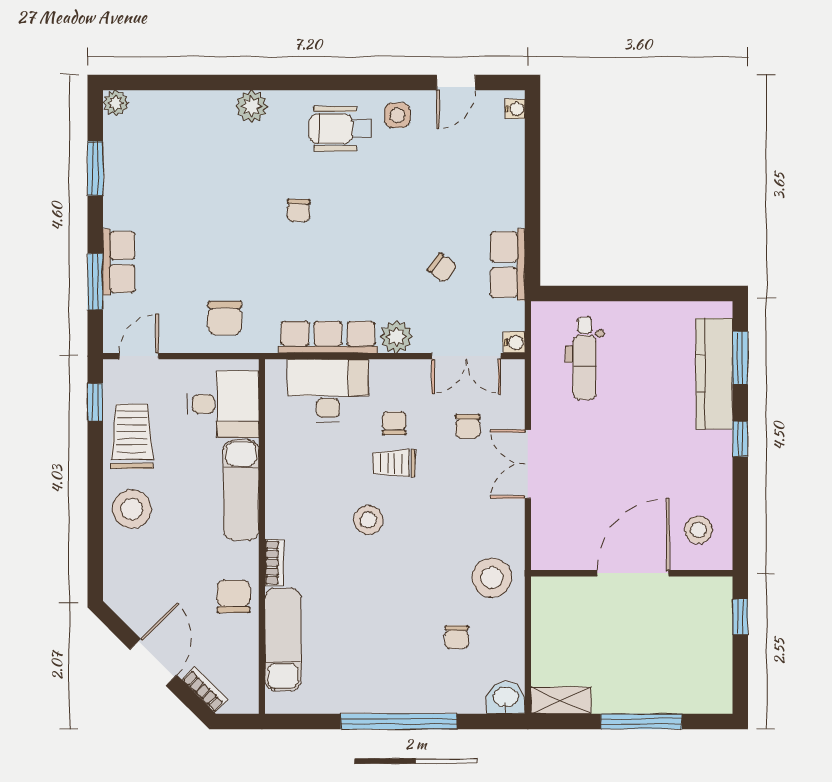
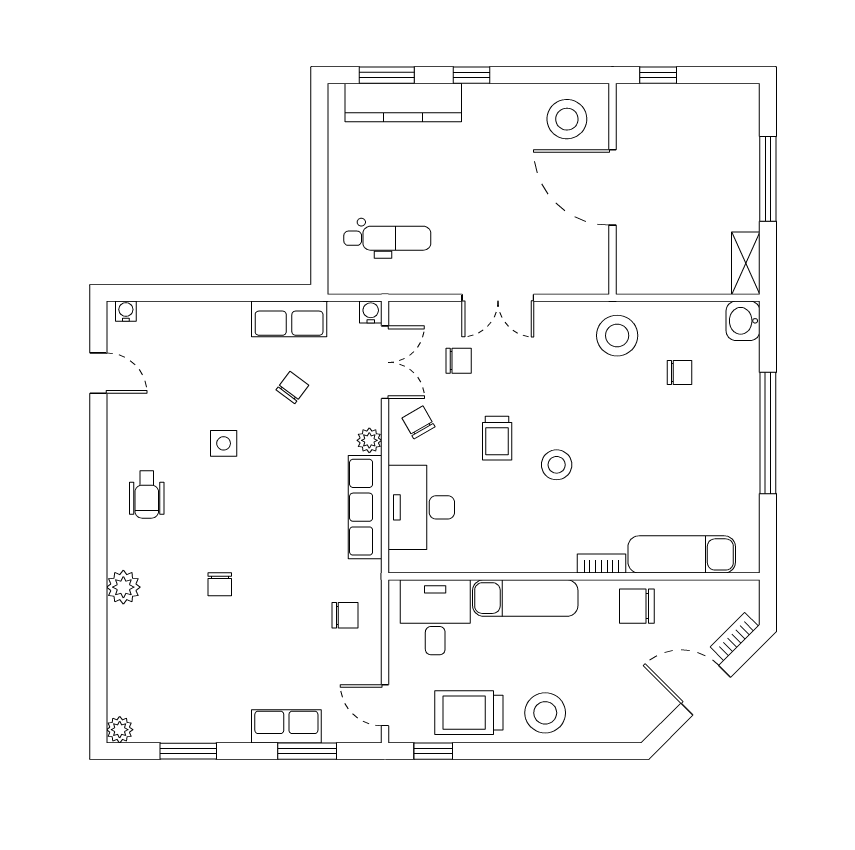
side table: (397, 115) -> (224, 443), moved
wheelchair: (340, 129) -> (147, 495), width x0.73, depth x0.73
chair: (299, 210) -> (220, 584), moved, turned 90
chair: (225, 318) -> (345, 615), width x0.73, depth x0.73
plant: (396, 337) -> (369, 440), width x0.73, depth x0.73
chair: (394, 423) -> (418, 422), moved, turned 60
stool: (698, 530) -> (567, 119), width x1.38, depth x1.38

